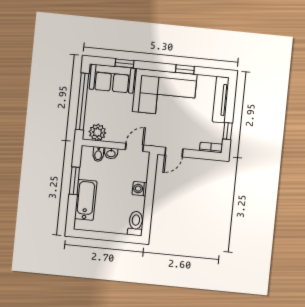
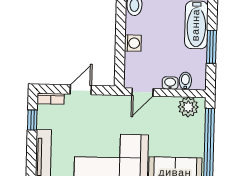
door: (174, 152) -> (81, 90), moved

